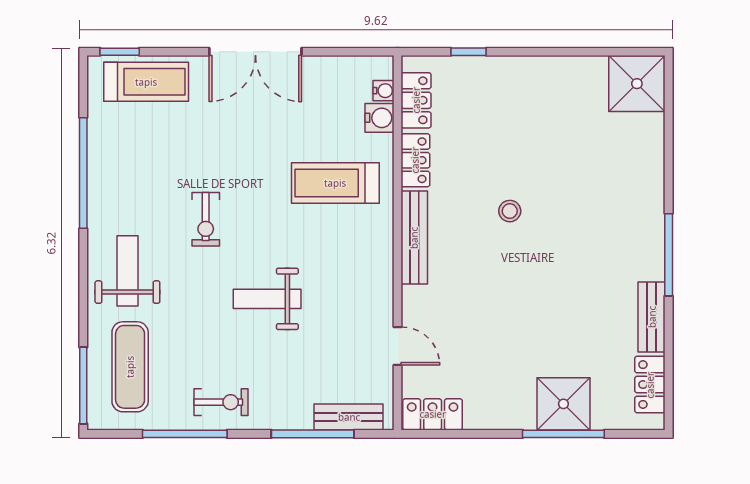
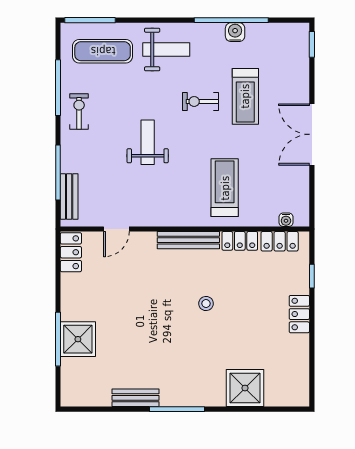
treadmill: (146, 82) -> (245, 96), moved
shower: (637, 84) -> (245, 388), moved
water cooler: (379, 118) -> (235, 32), moved, turned 180
locker: (650, 385) -> (299, 314), moved, turned -90
exercise bike: (221, 402) -> (79, 112), turned 180

